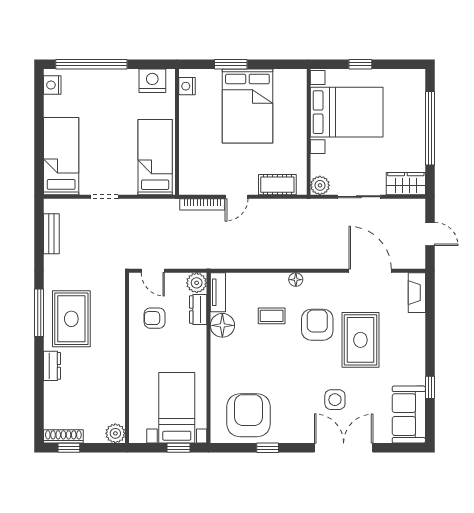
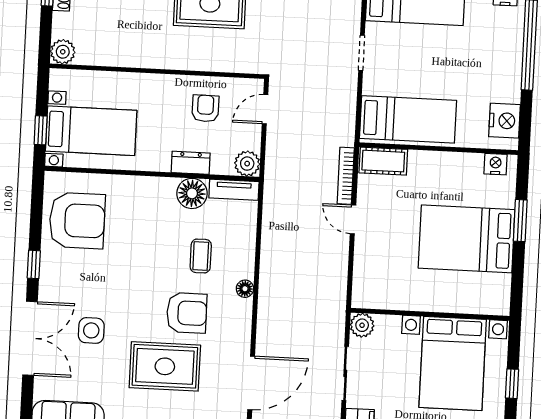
cot: (277, 185) -> (383, 161), moved, turned 90
dresser: (198, 310) -> (191, 163), moved
window: (268, 448) -> (34, 264), moved

